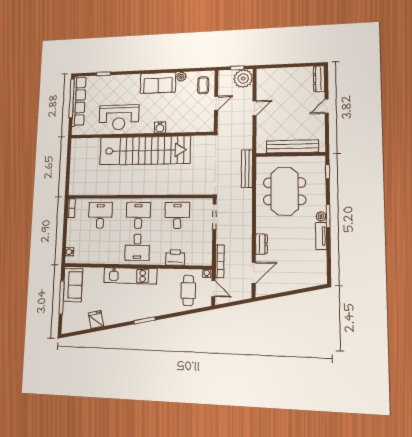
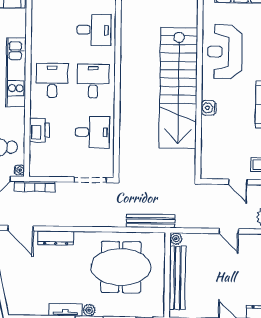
plant: (261, 149) -> (176, 239), added
desk: (138, 215) -> (93, 81), turned -90
dresser: (261, 244) -> (56, 238), width x1.44
desk: (137, 247) -> (52, 80), turned 90

